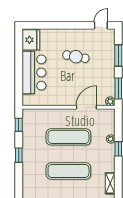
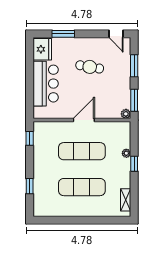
window: (51, 25) -> (63, 34), added
door: (101, 25) -> (116, 34), swing flipped
door: (86, 107) -> (84, 120), moved
window: (19, 155) -> (30, 186), moved

